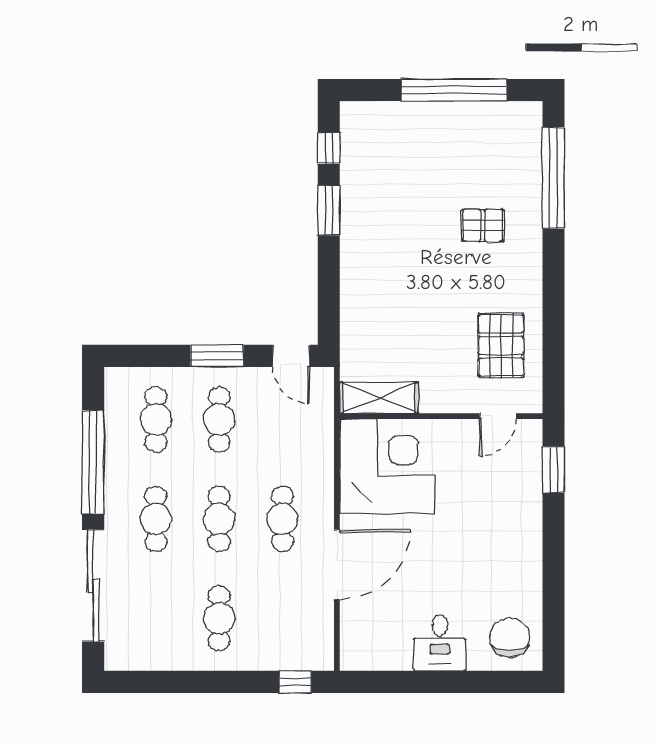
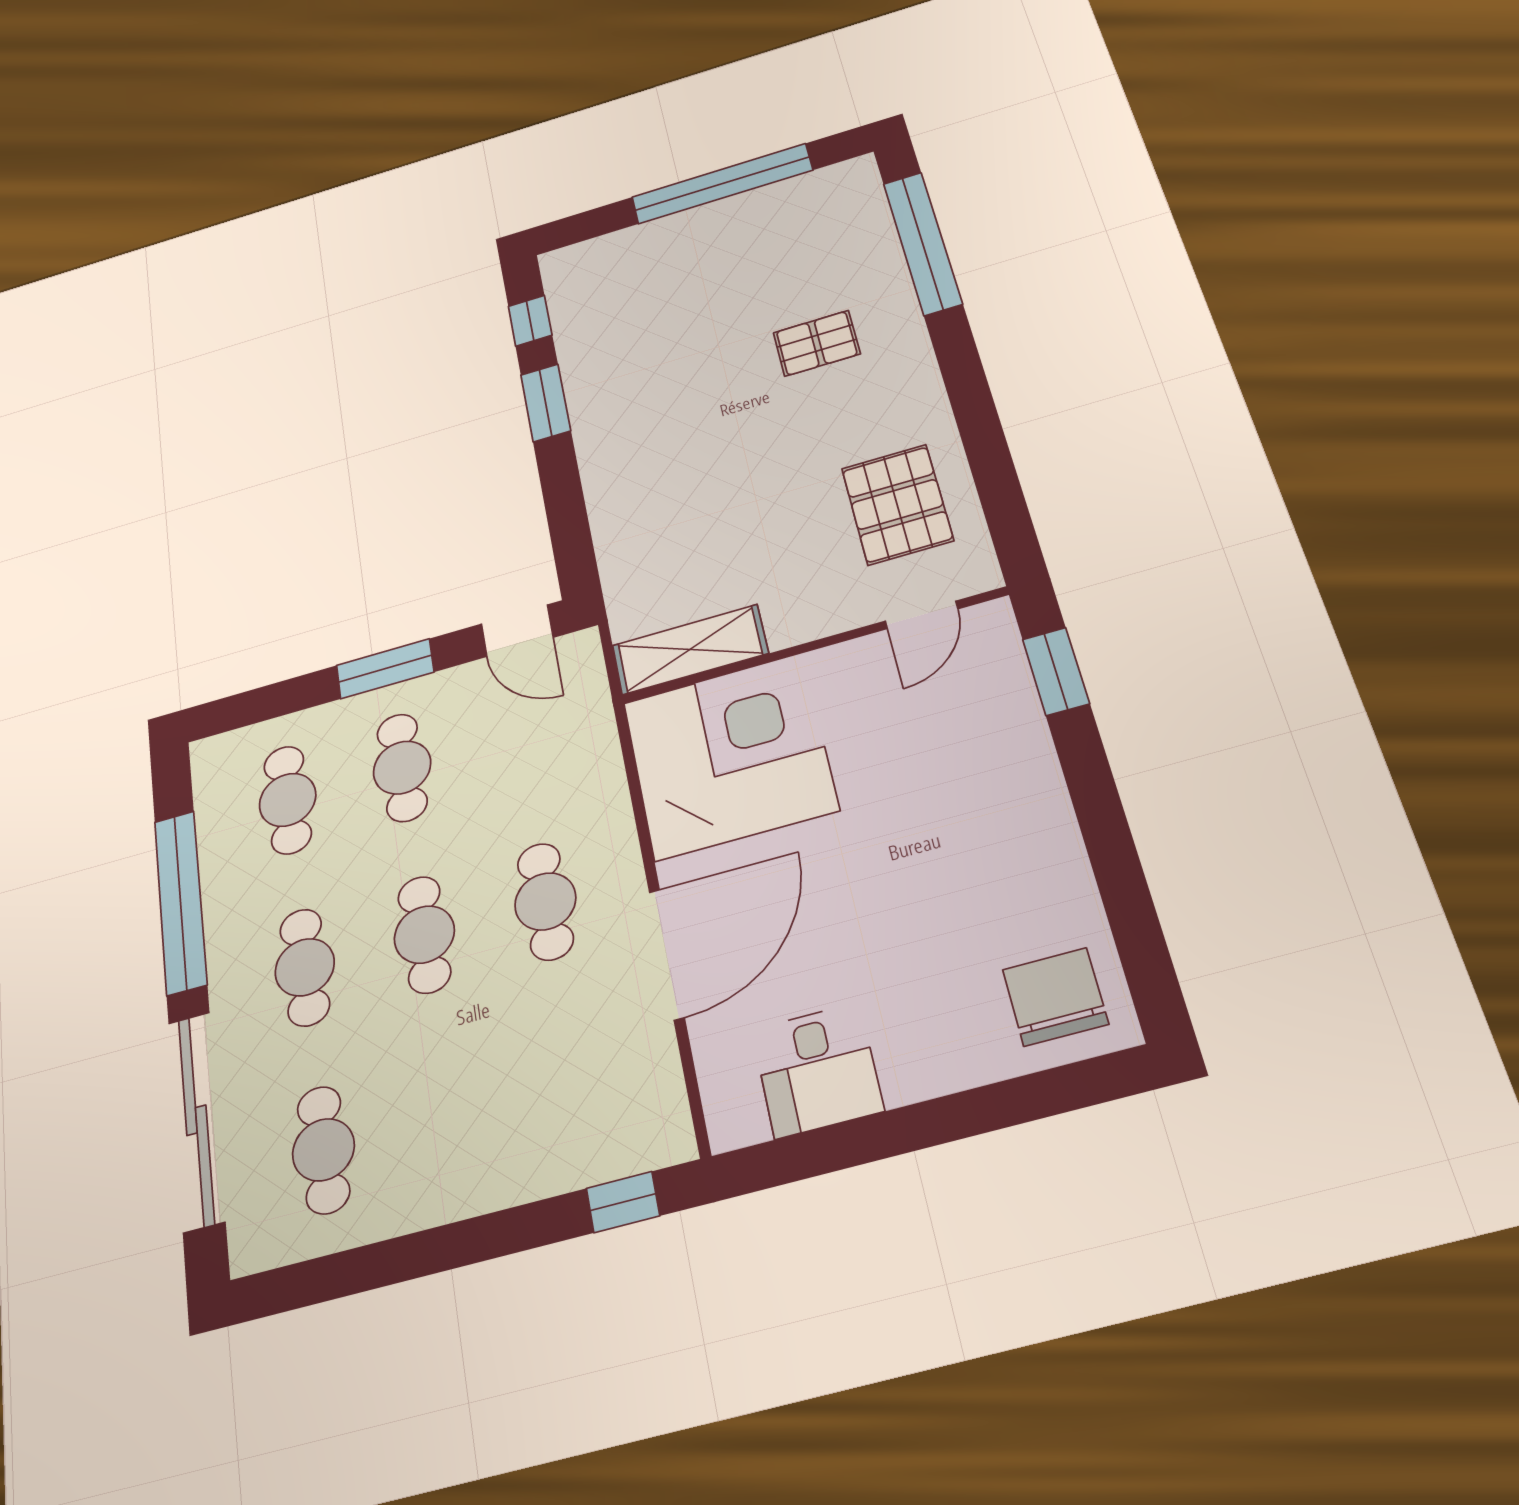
cafe table: (219, 618) -> (323, 1150), moved
desk: (440, 643) -> (817, 1070), moved

